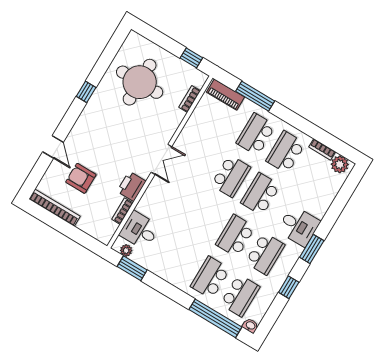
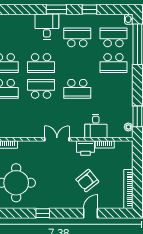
armchair: (81, 178) -> (87, 181), moved, turned 51
desk: (140, 230) -> (96, 126), moved
school desk: (235, 236) -> (77, 89), moved

